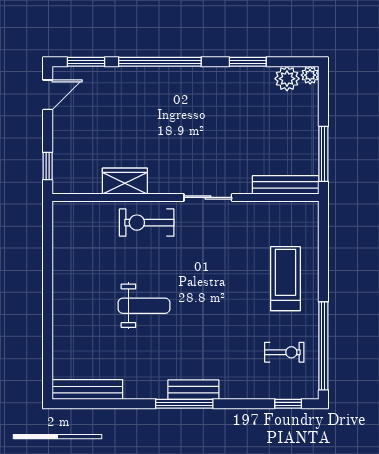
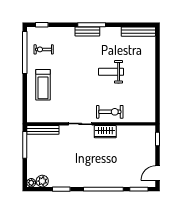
wardrobe: (125, 181) -> (105, 132), moved

